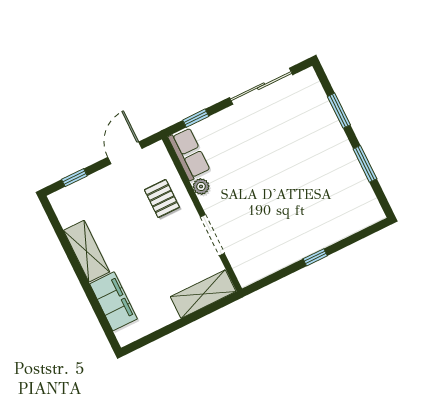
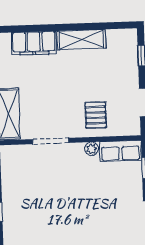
pallet: (162, 199) -> (96, 115), turned 90

